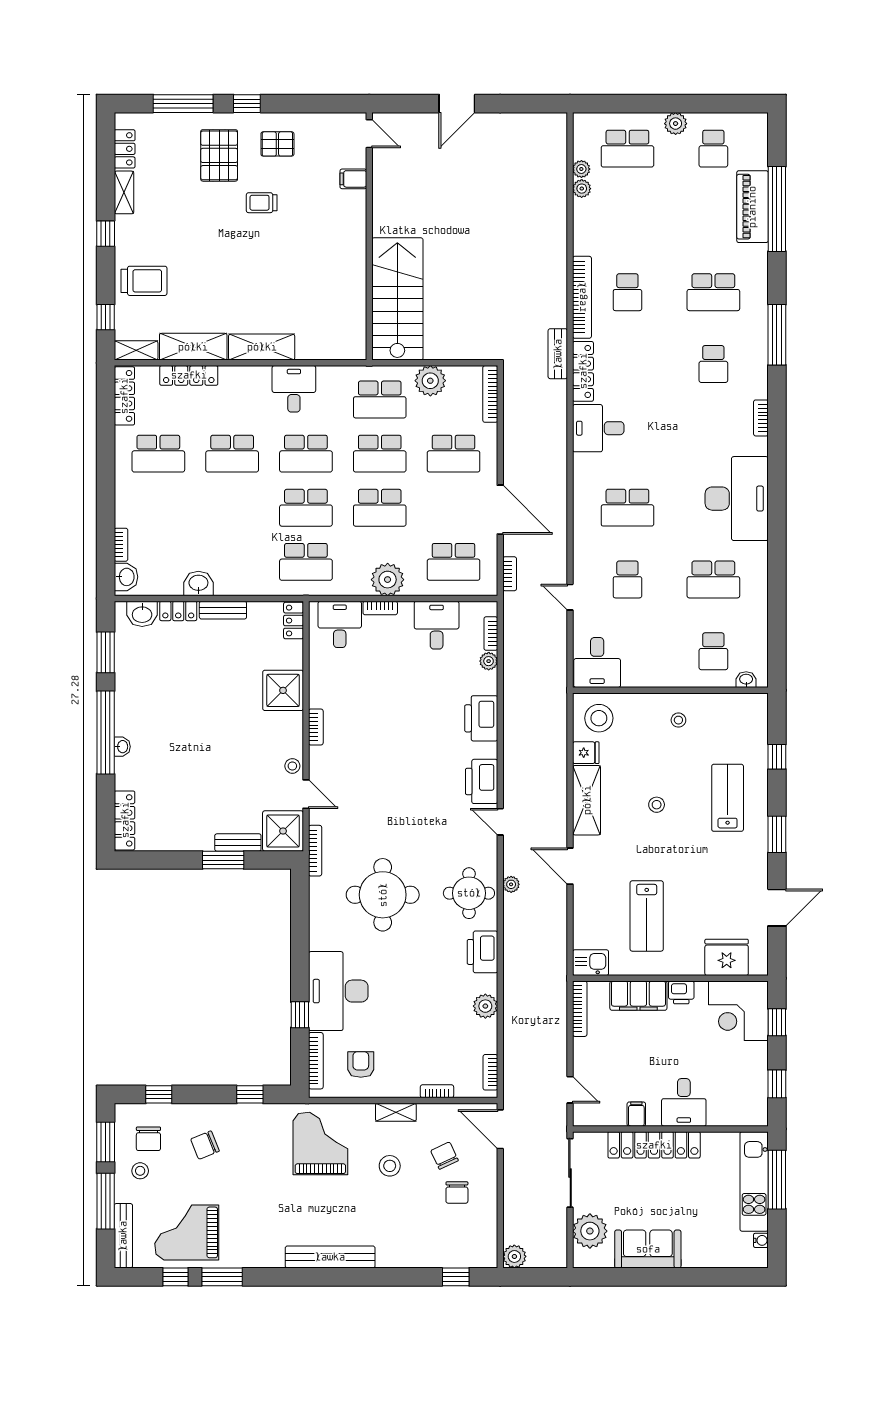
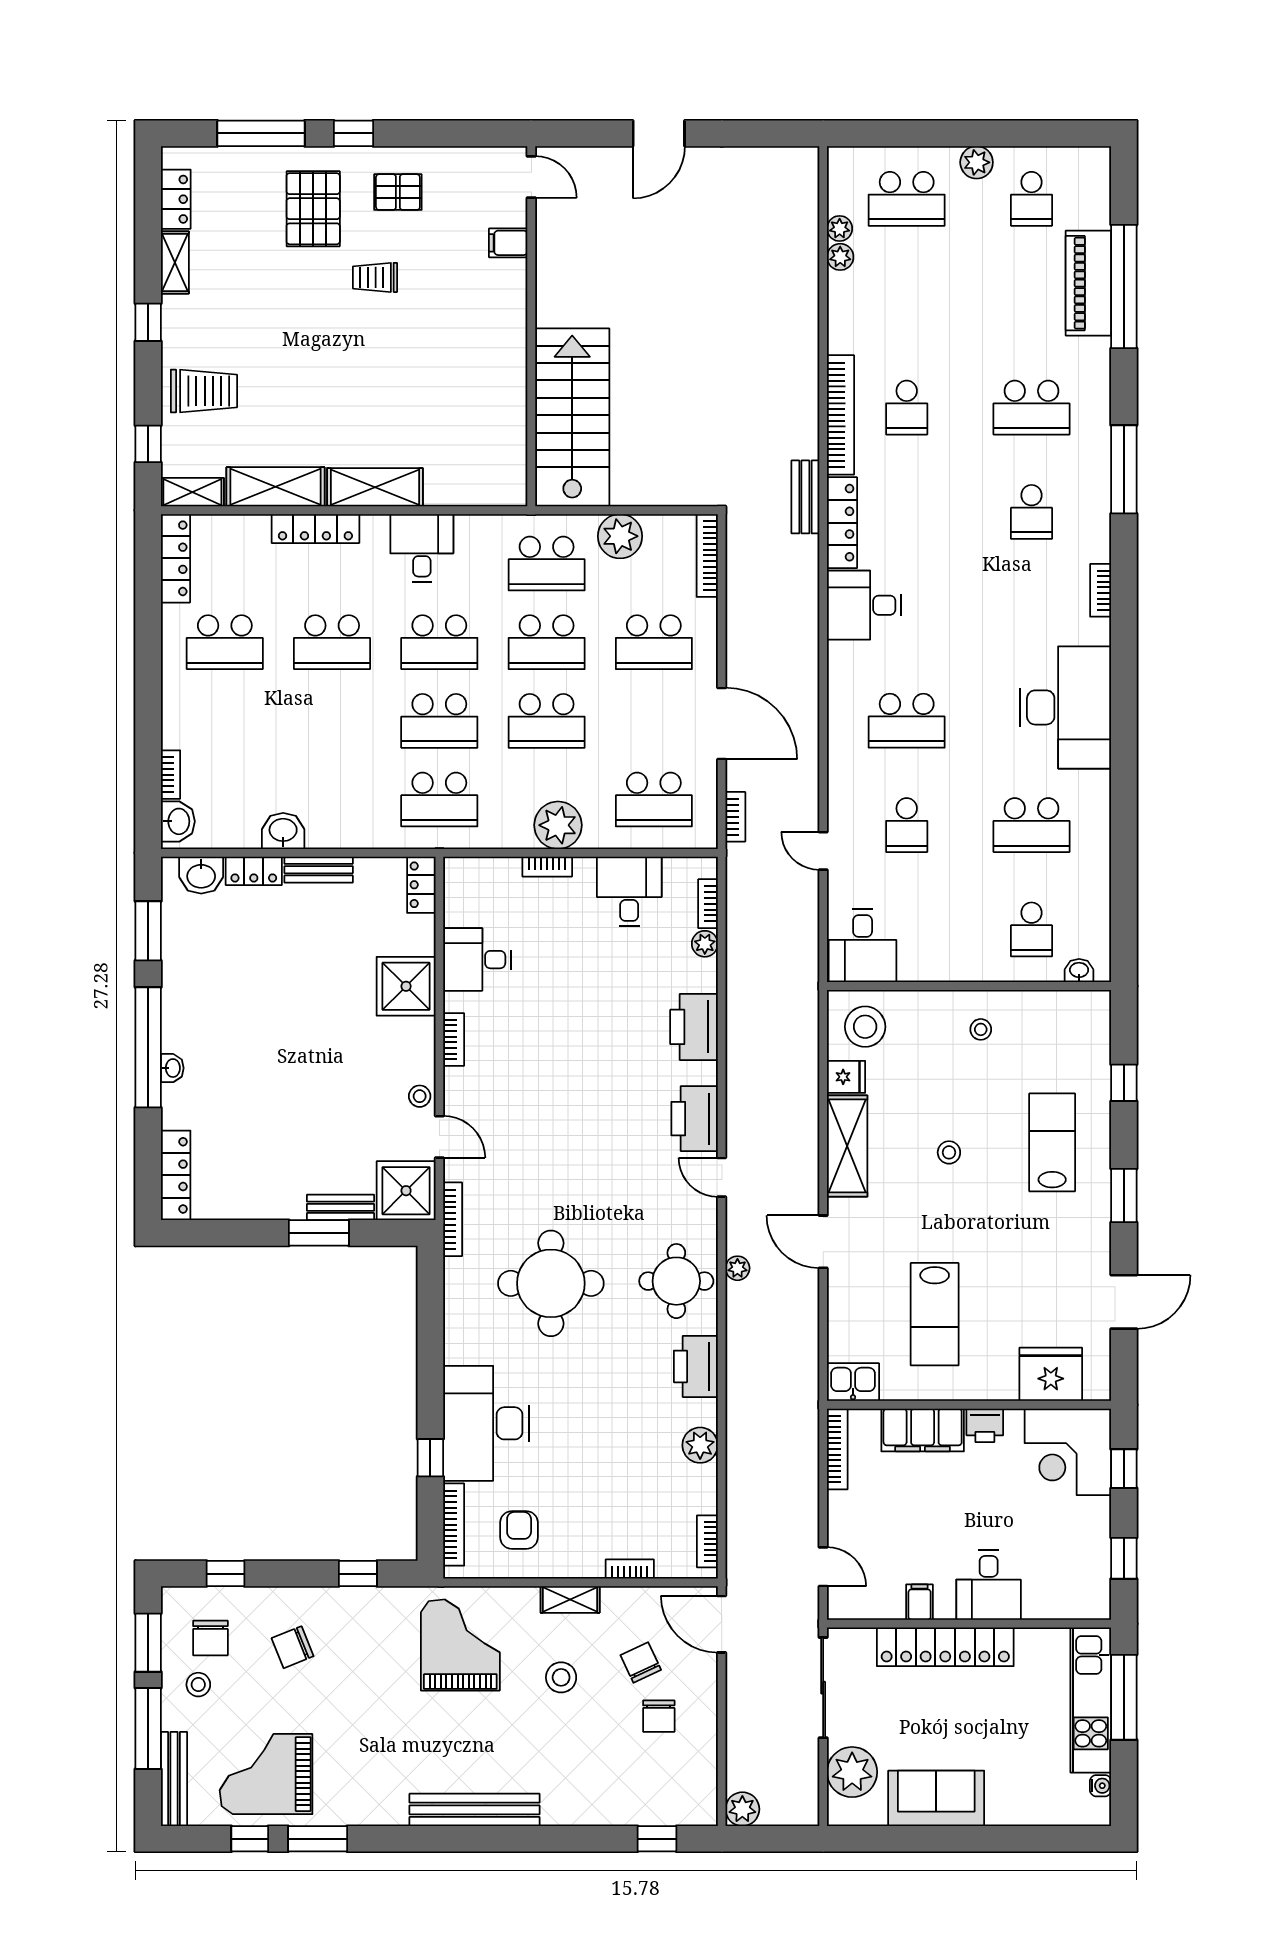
locker: (189, 375) -> (315, 529), moved
desk: (340, 624) -> (477, 960), moved, turned -90

